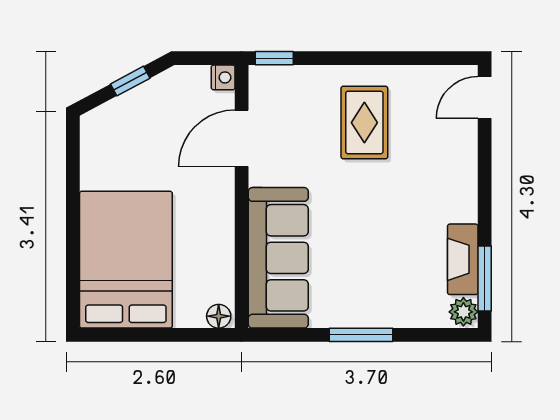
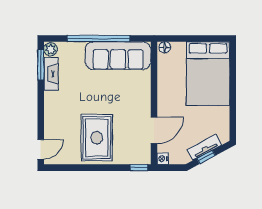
tv unit: (134, 102) -> (204, 147), added
rug: (364, 123) -> (97, 138), width x1.36, depth x1.43
sofa: (278, 258) -> (118, 56), moved, turned -90
window: (361, 335) -> (98, 39), width x2.11

